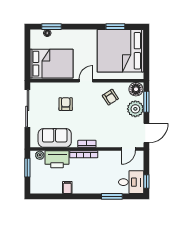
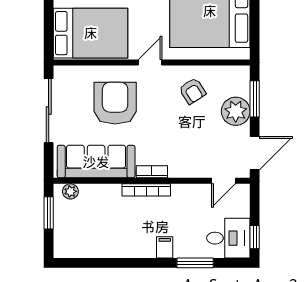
floor lamp: (136, 89) -> (237, 77), removed
armchair: (66, 104) -> (115, 103), width x1.88, depth x1.88
sofa: (55, 138) -> (96, 162), width x1.36
printer: (57, 159) -> (100, 198), removed
filing cabinet: (67, 188) -> (165, 247), moved

